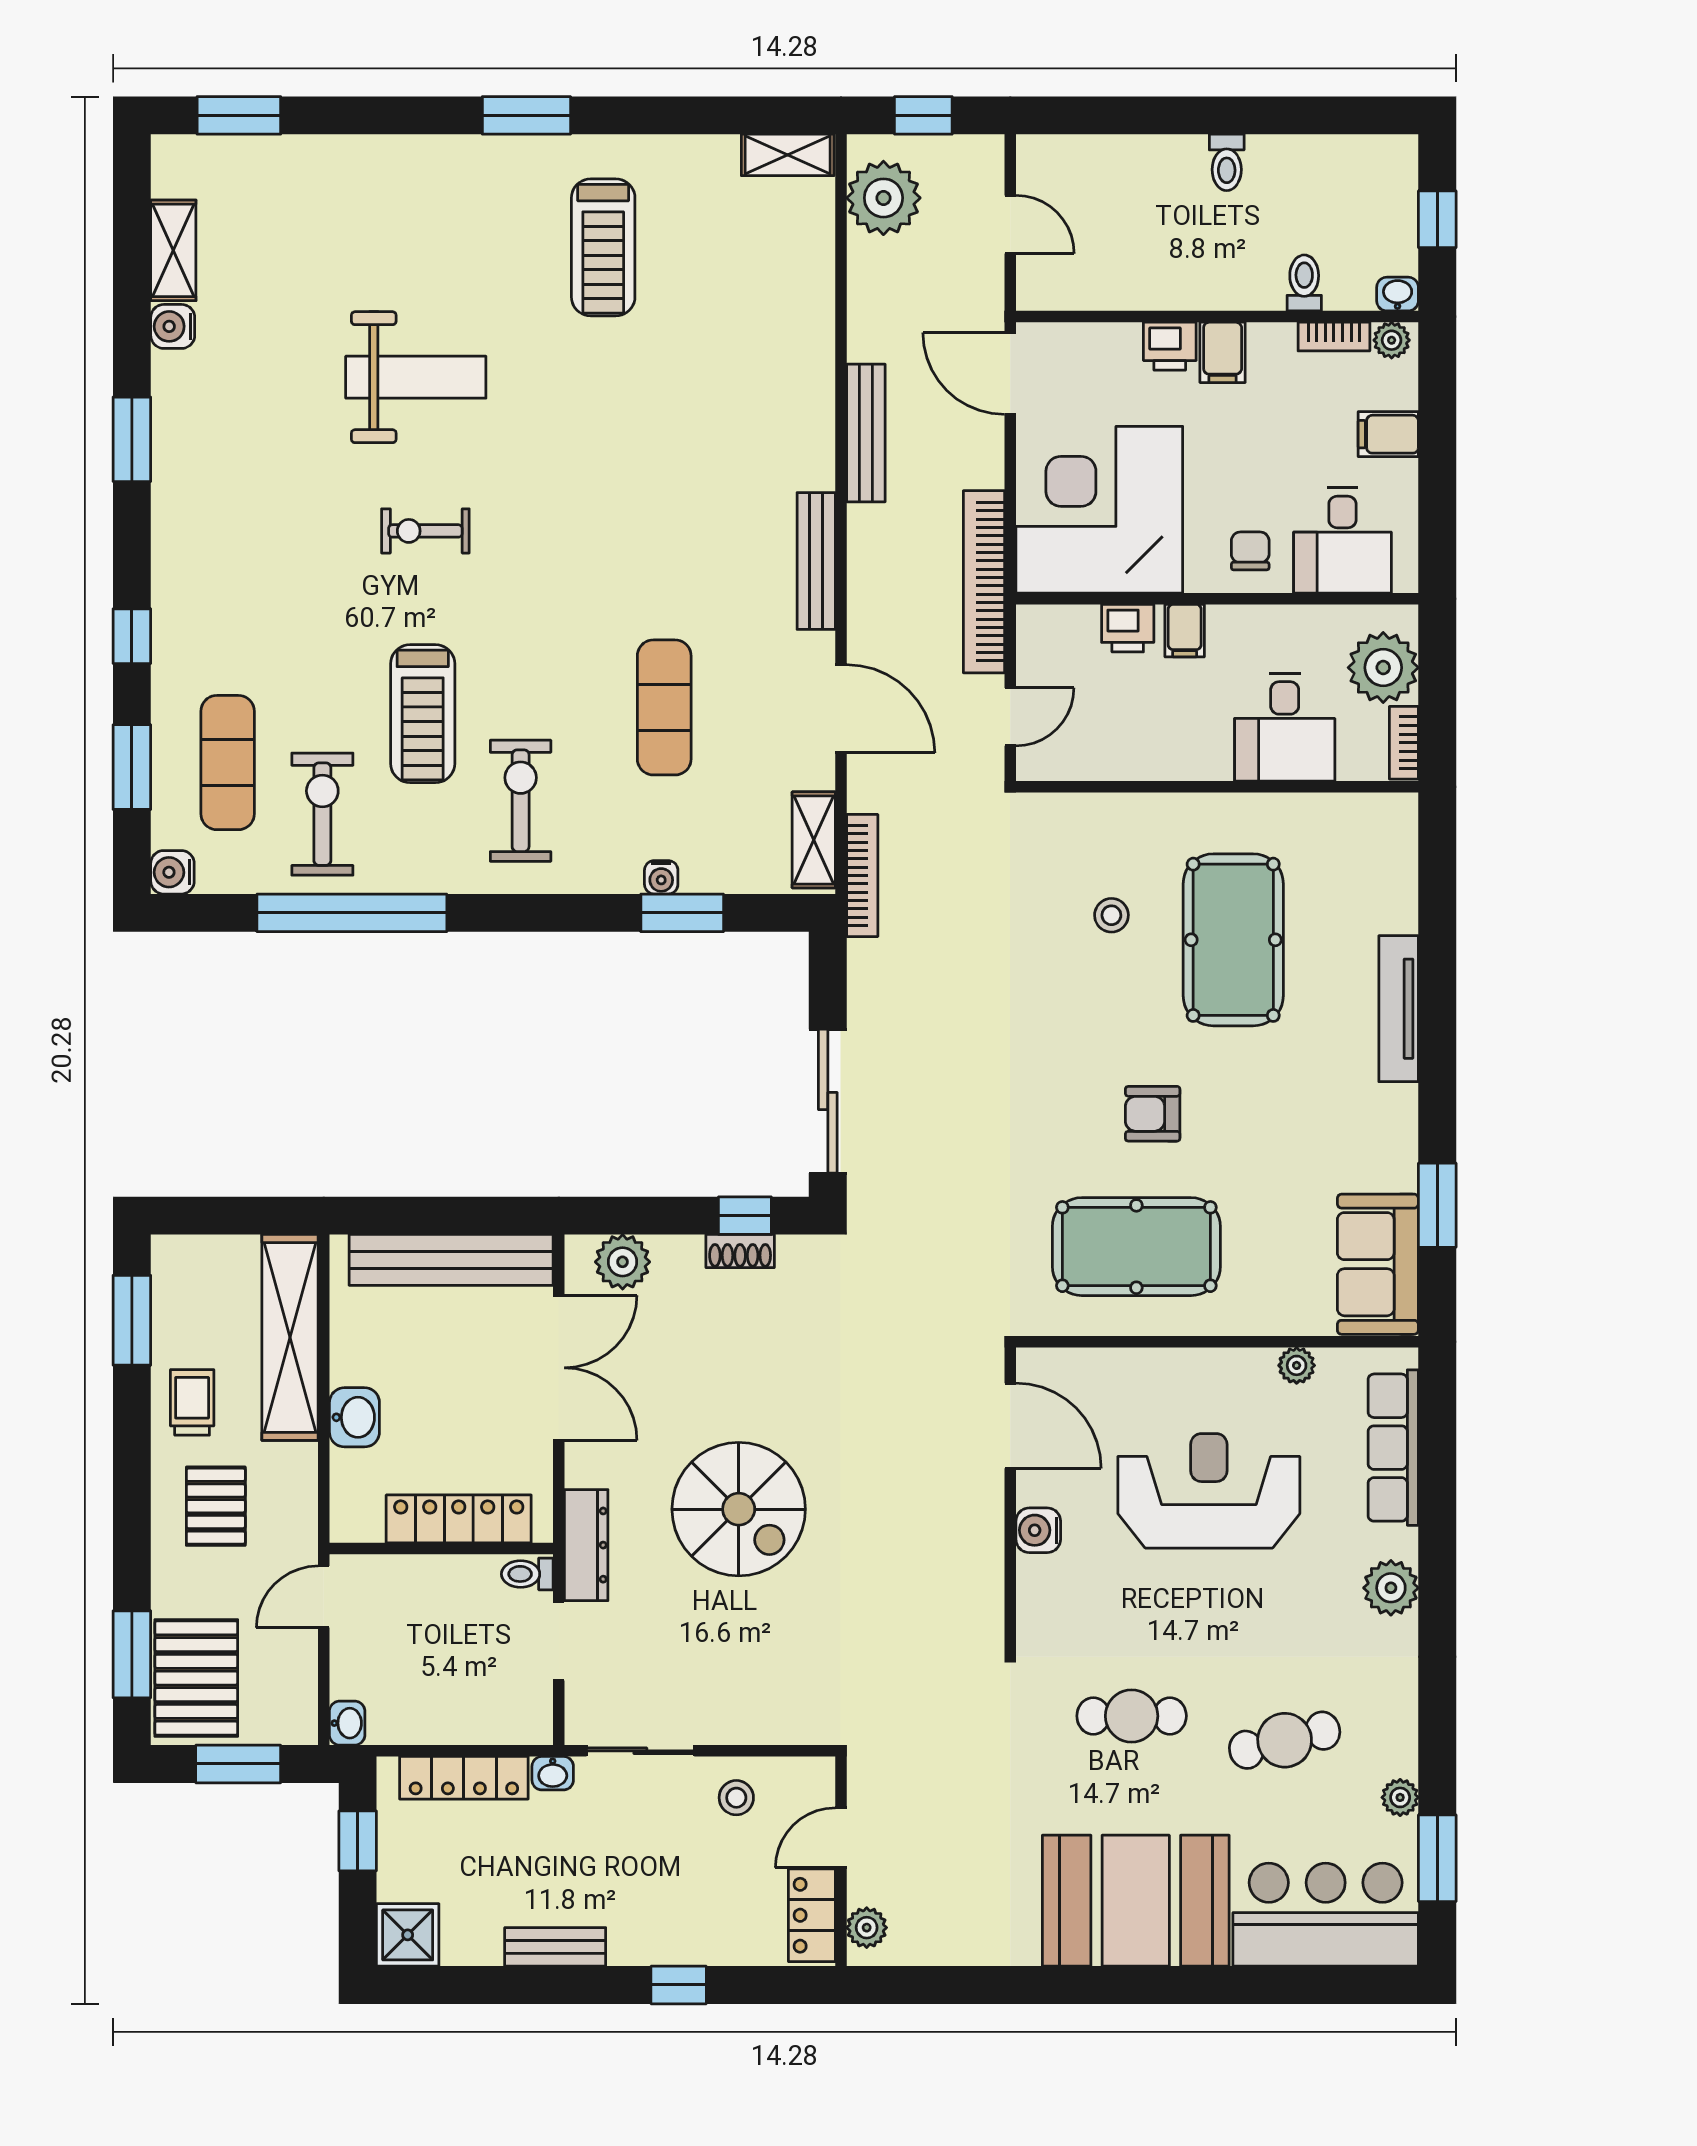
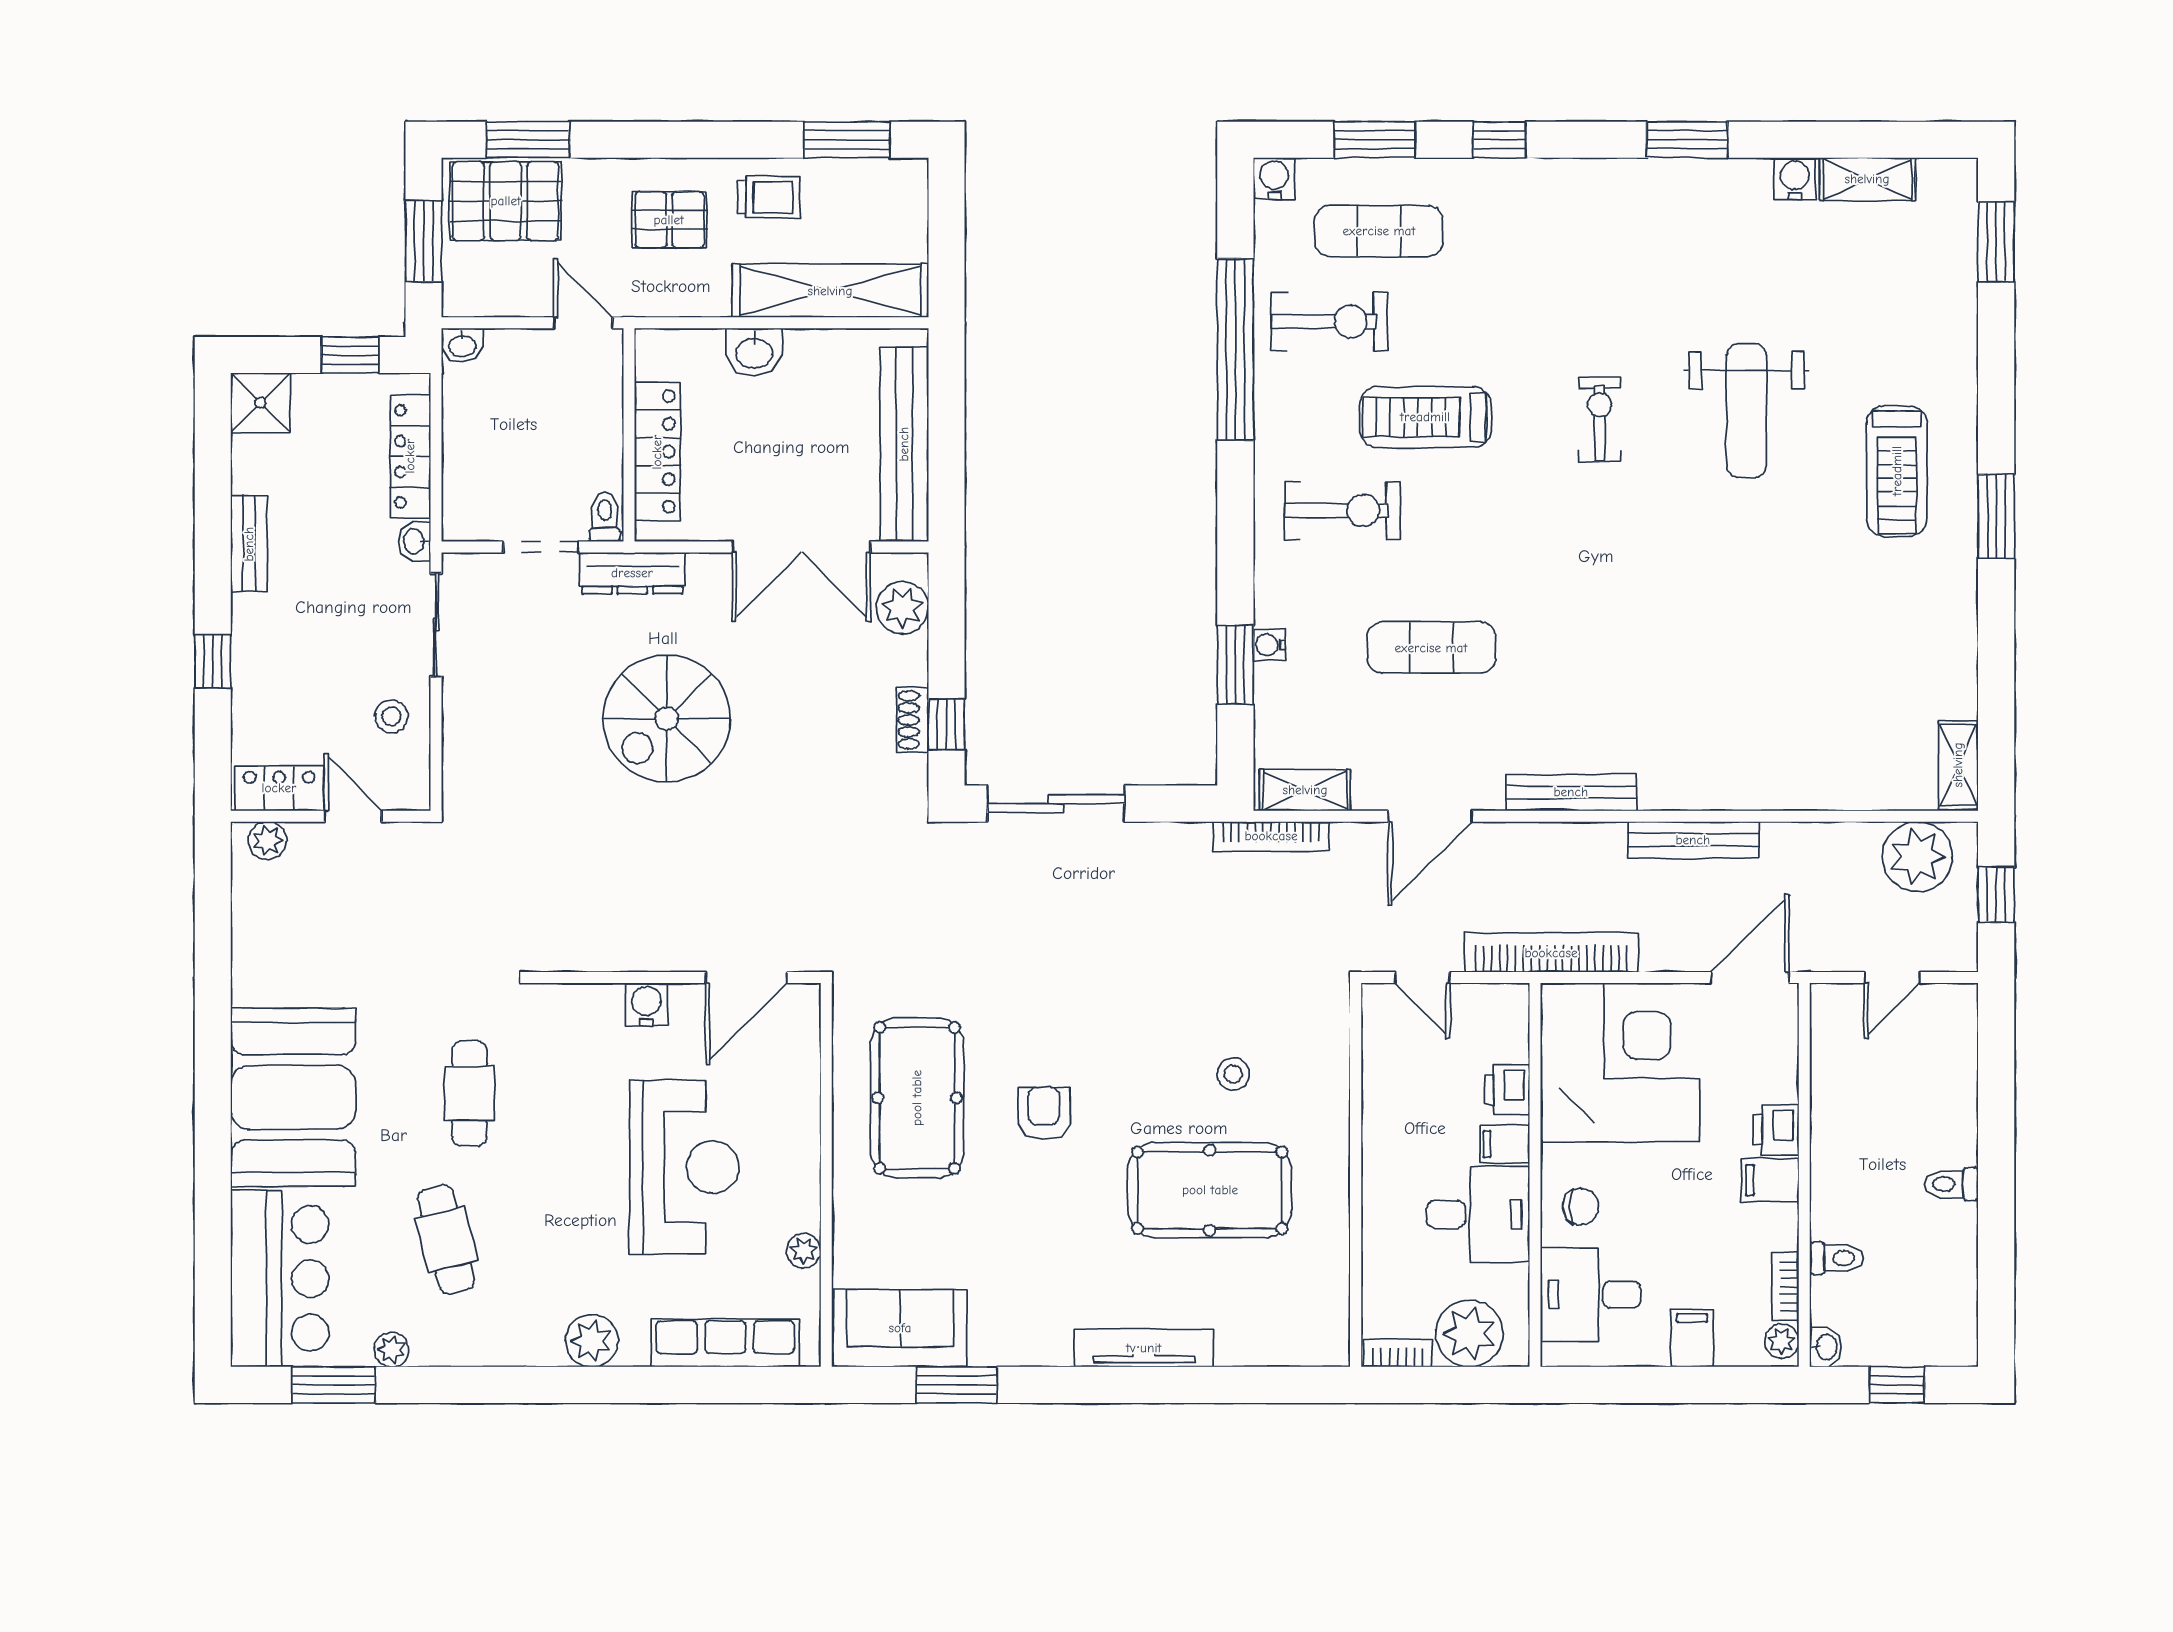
treadmill: (603, 247) -> (1897, 471), moved, turned -90
desk: (1285, 727) -> (1478, 1214), moved, turned 180

